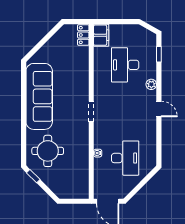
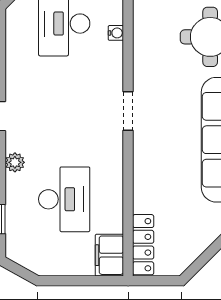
locker: (83, 35) -> (143, 245), width x1.53

